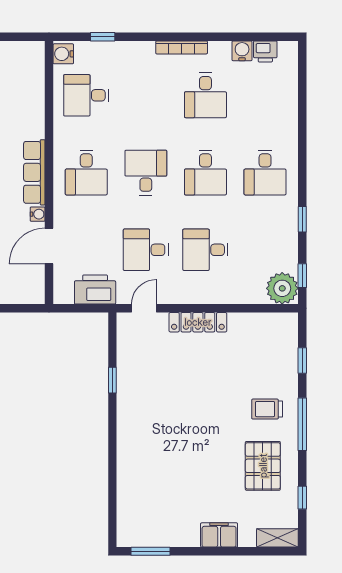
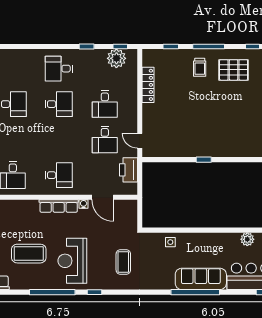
desk: (146, 173) -> (59, 140), removed
desk: (265, 173) -> (59, 69), turned 180
plant: (282, 288) -> (116, 58), moved
locker: (198, 322) -> (148, 85), moved
window: (112, 380) -> (204, 160), moved

